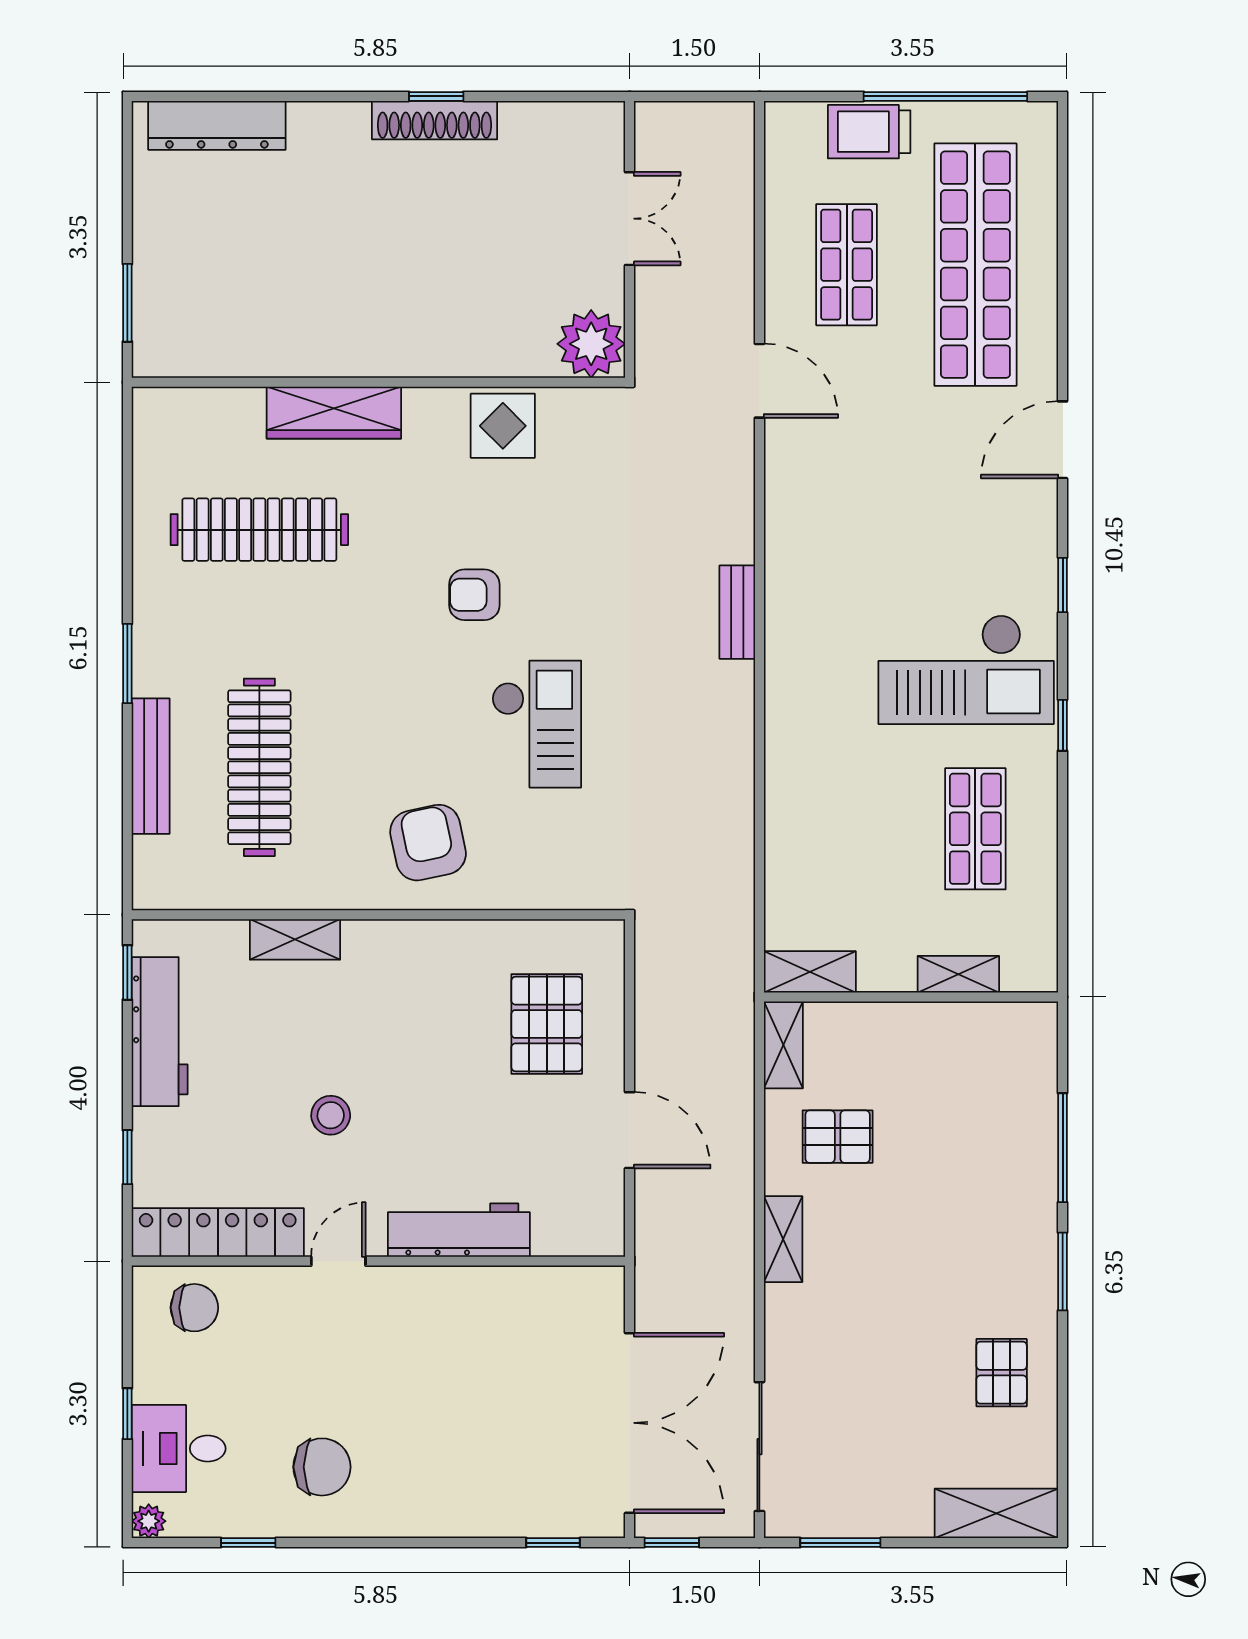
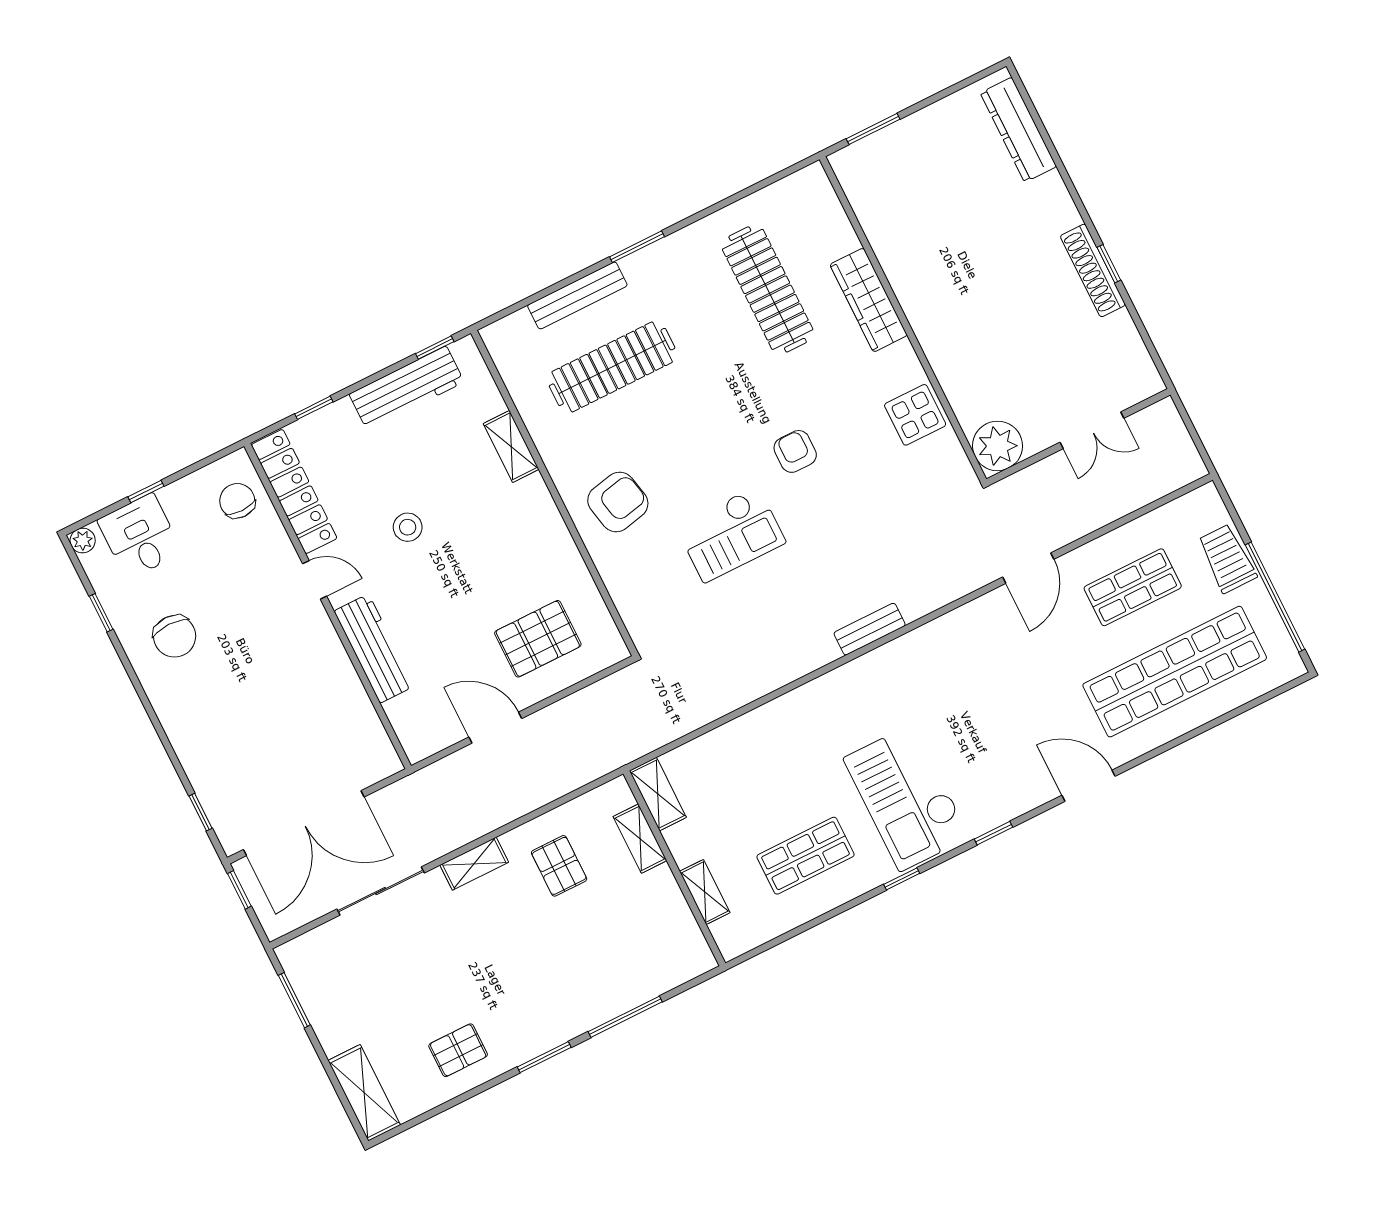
shelving: (783, 1045) -> (640, 839), moved, turned 90
door: (630, 1130) -> (495, 728), swing flipped
chair: (194, 1308) -> (237, 501), turned 180
sliding door: (759, 1447) -> (381, 891), moved

